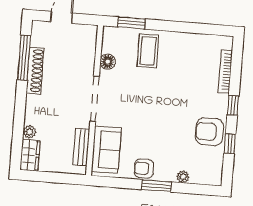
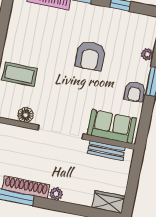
plant: (30, 132) -> (56, 194), moved
armchair: (209, 132) -> (90, 56), moved

